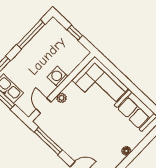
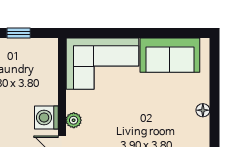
washing machine: (58, 77) -> (46, 117), moved

